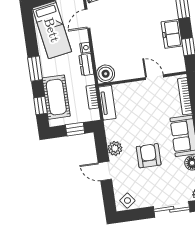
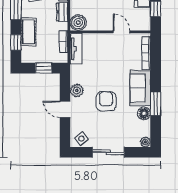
cot: (56, 97) -> (29, 32), width x0.73, depth x0.75
sliding door: (172, 209) -> (108, 152), moved

